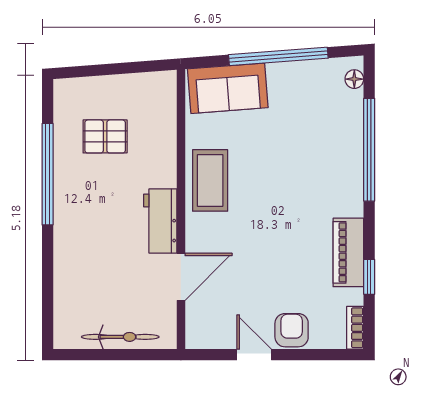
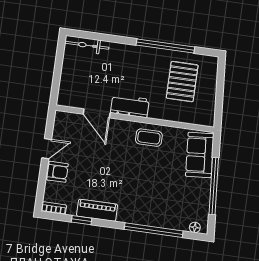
pallet: (105, 136) -> (182, 82), width x1.50, depth x1.42
coffee table: (210, 180) -> (149, 138), width x0.73, depth x0.77
bicycle: (120, 337) -> (87, 45), moved, turned 90

